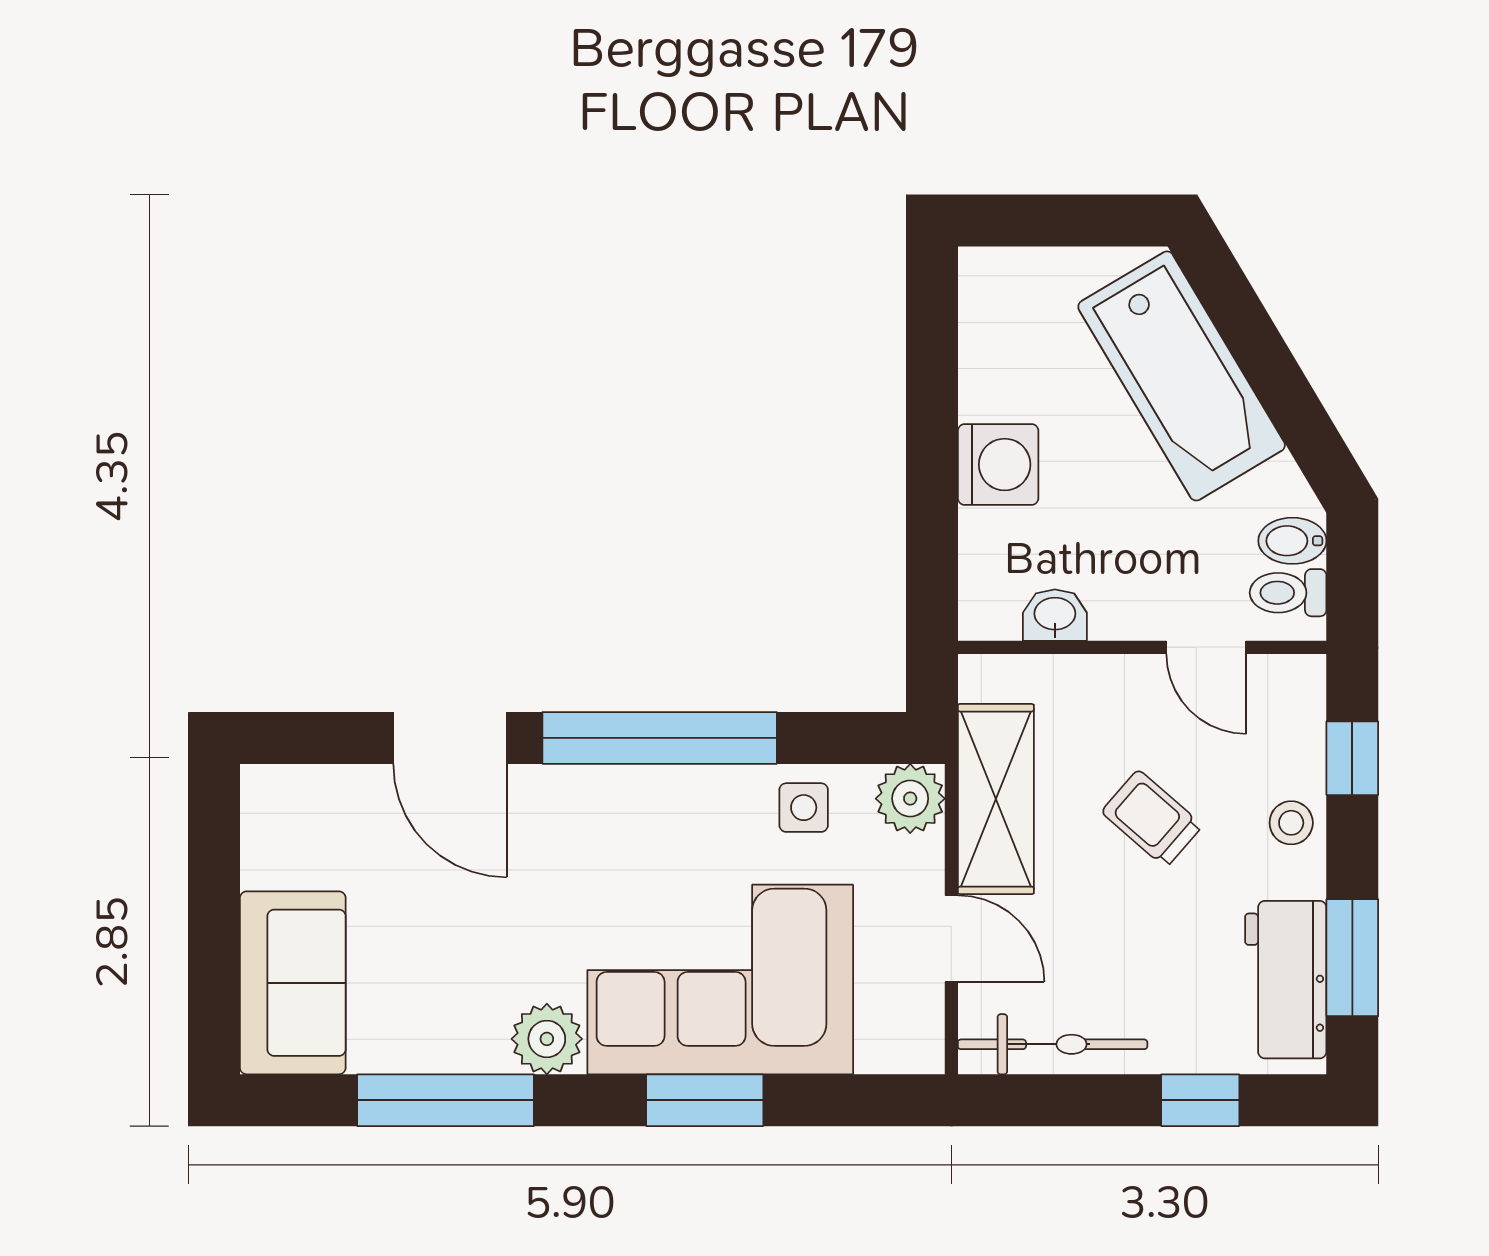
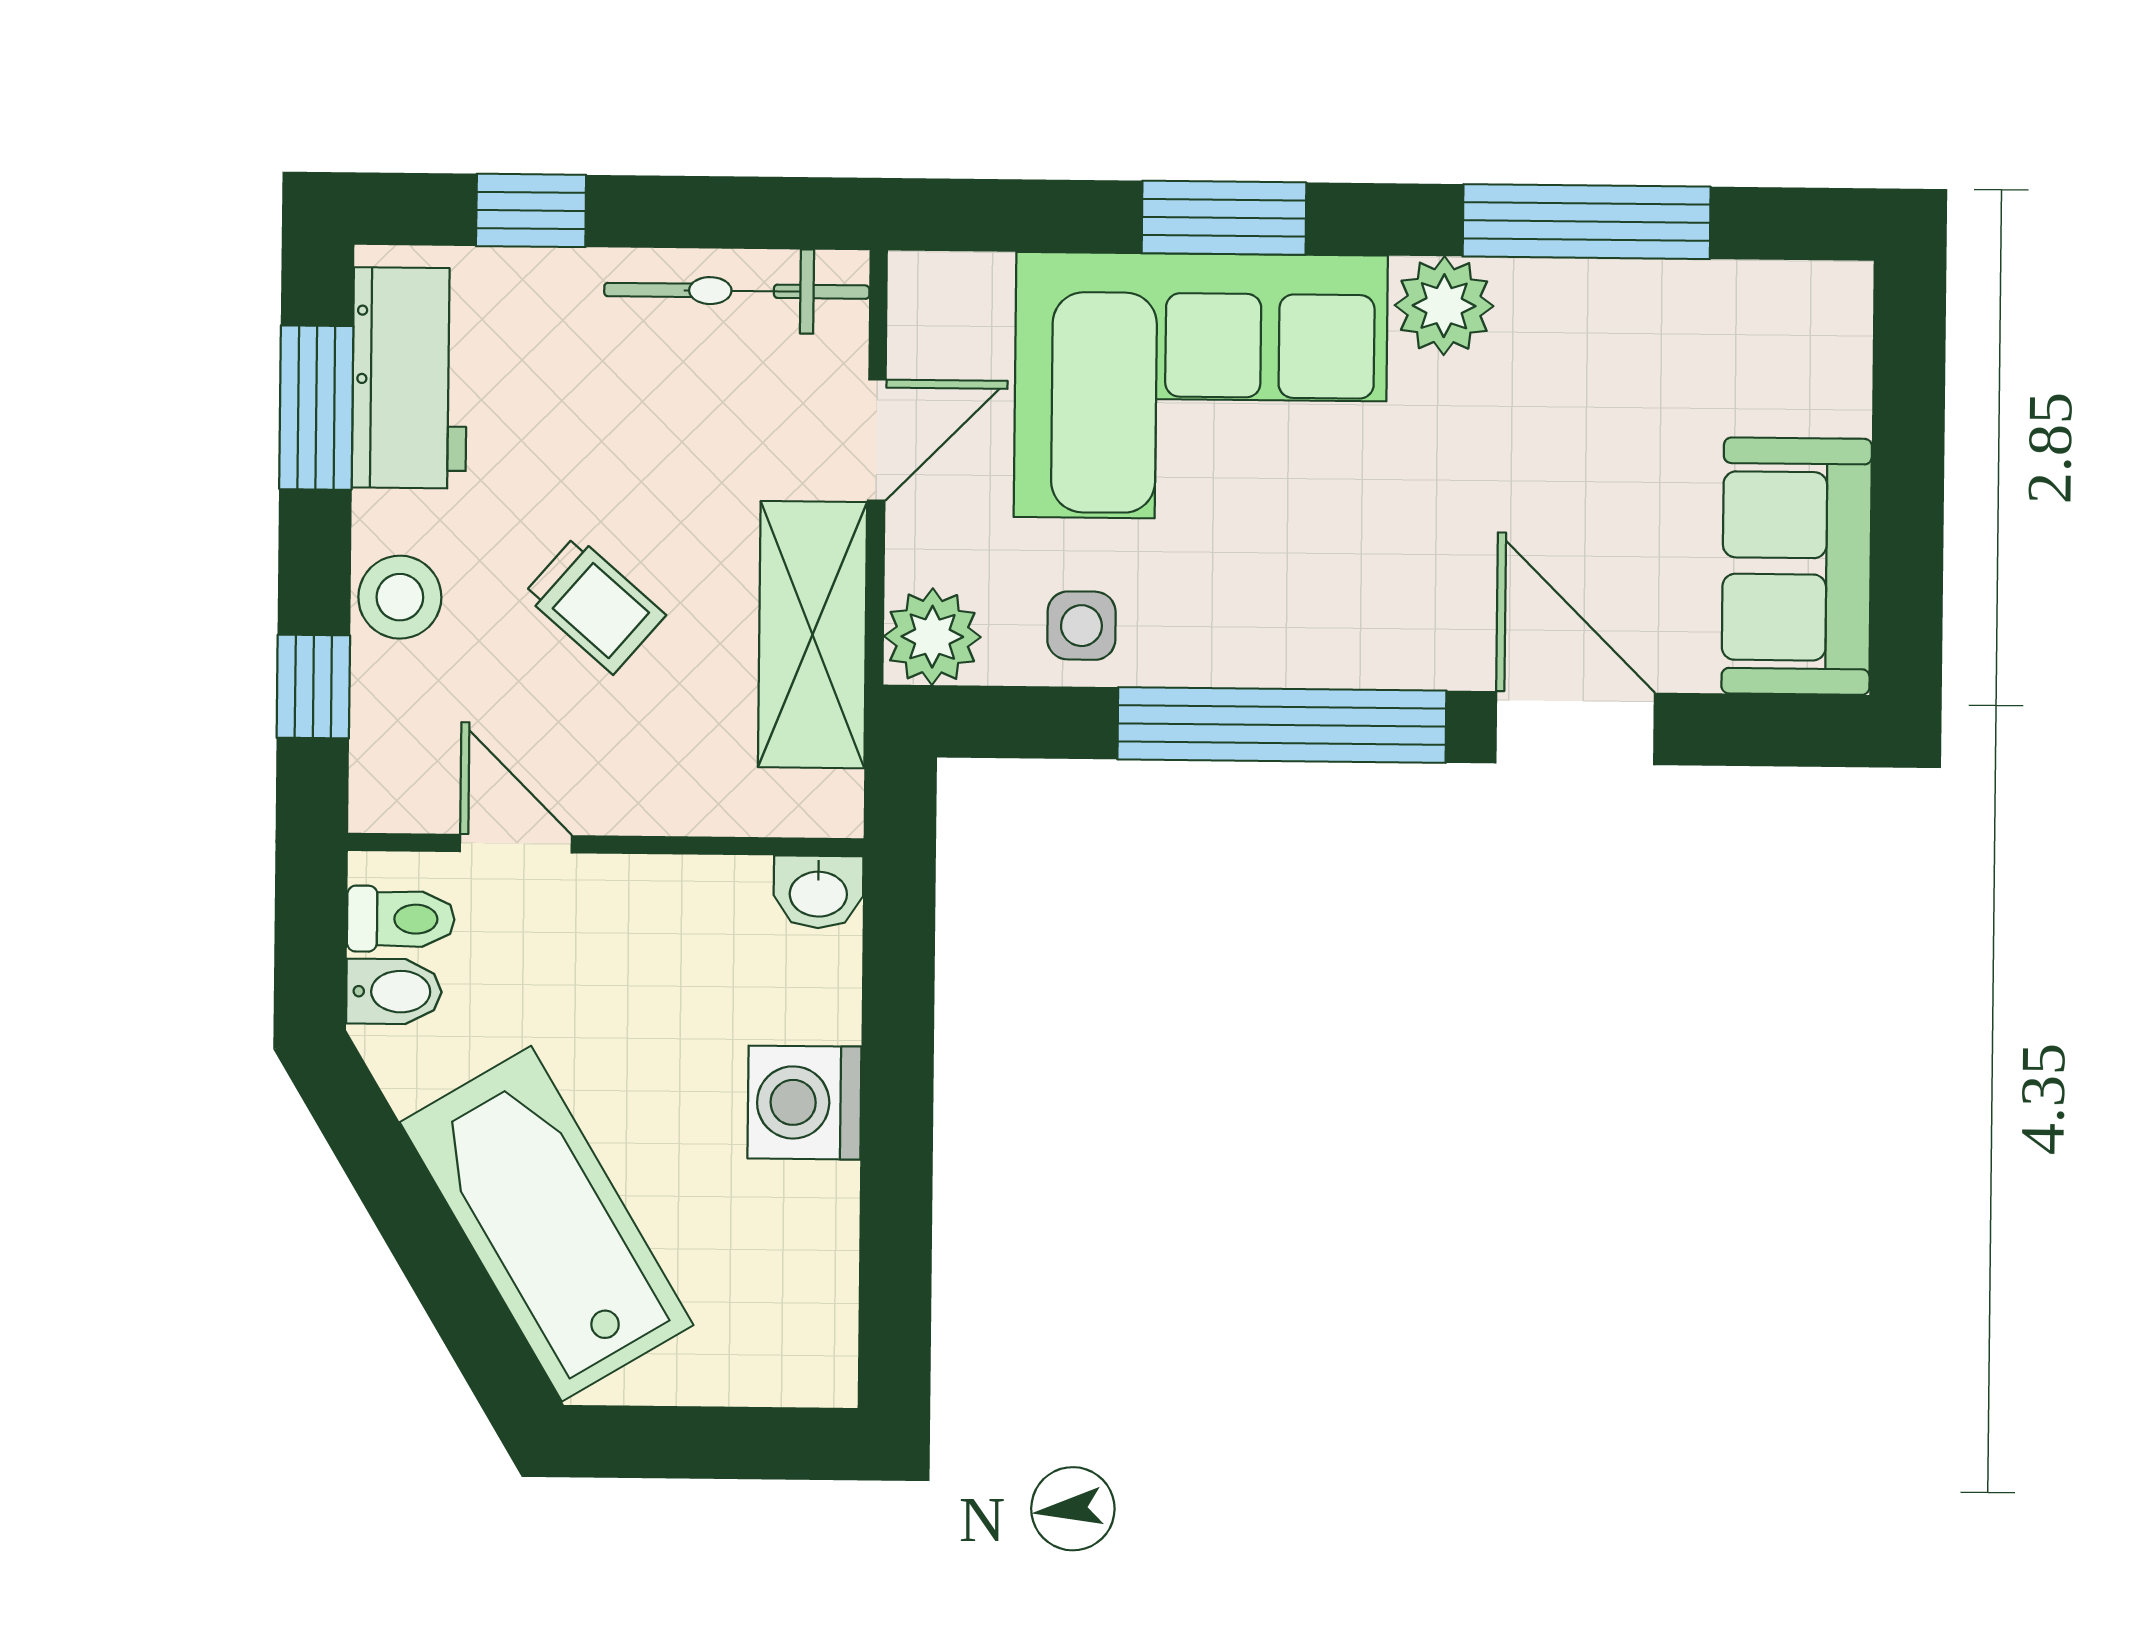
washbasin: (1055, 615) -> (818, 892), moved
stool: (1291, 823) -> (400, 597), width x1.37, depth x1.37
door: (951, 939) -> (877, 440), swing flipped
sofa: (293, 983) -> (1797, 566), moved

